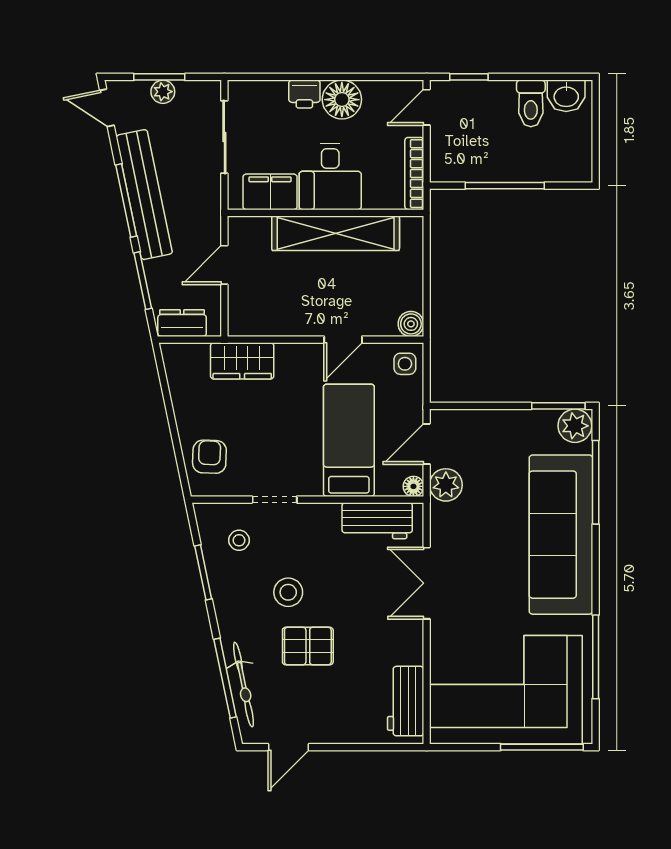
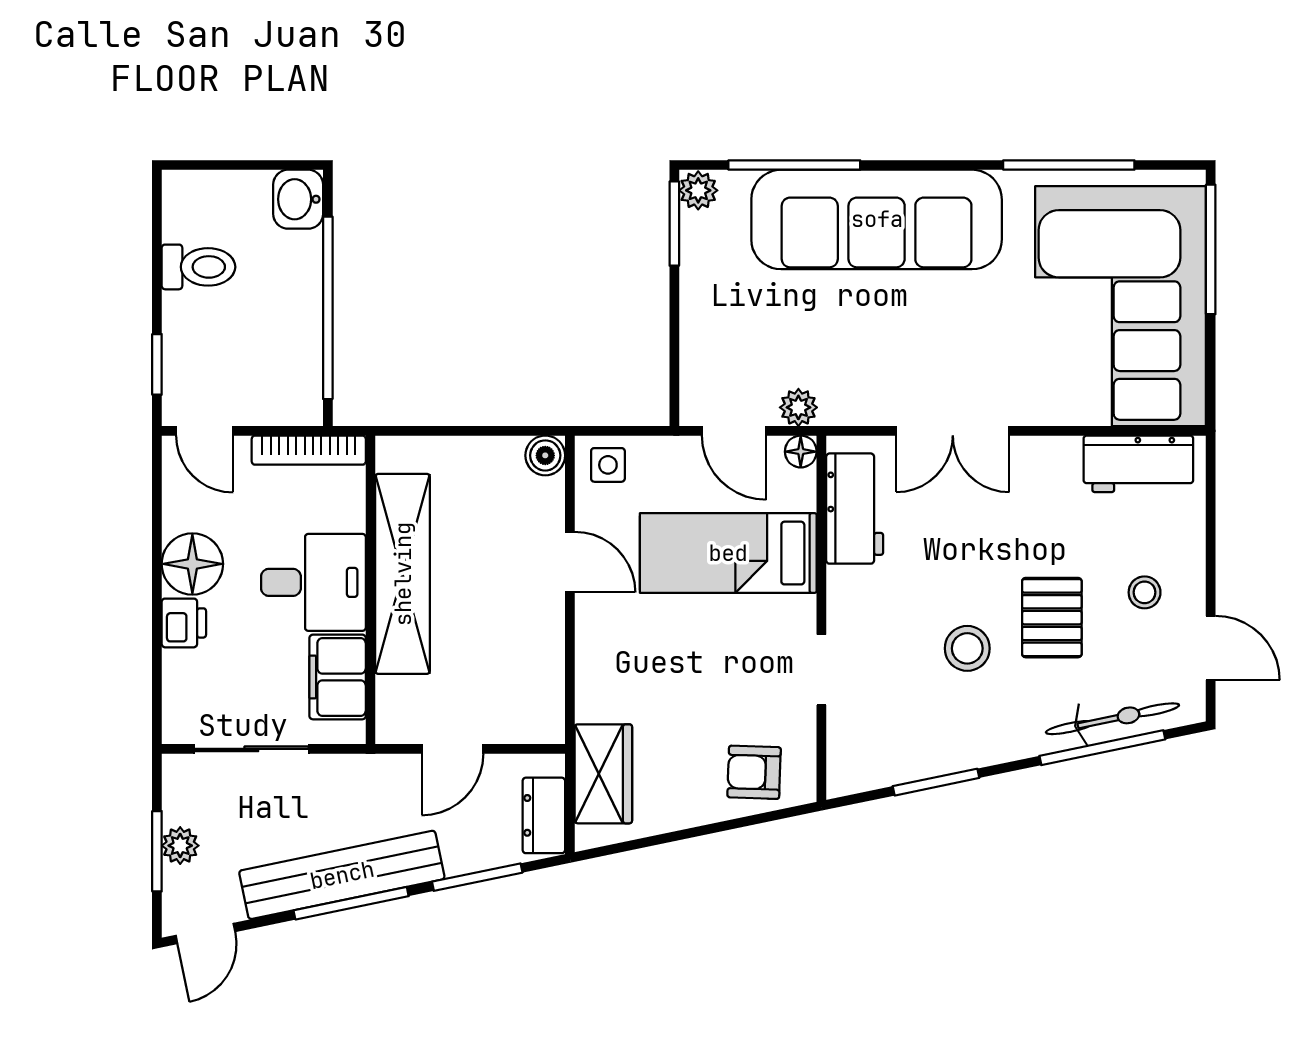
washbasin: (566, 96) -> (298, 199), moved, turned 180
window: (505, 186) -> (328, 308), width x1.46
door: (224, 265) -> (452, 749), hinge flipped
wardrobe: (242, 361) -> (603, 774), moved
plant: (575, 426) -> (698, 190), width x0.73, depth x0.73
plant: (446, 485) -> (798, 407), width x0.73, depth x0.73
stool: (239, 540) -> (1145, 592), moved

